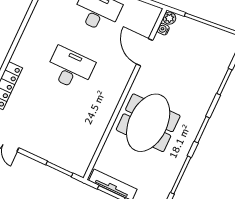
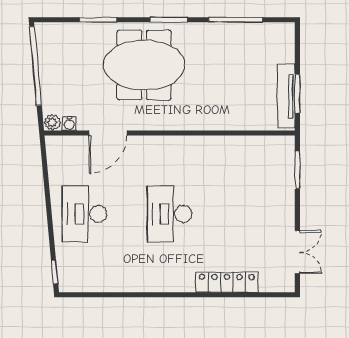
meeting table: (148, 123) -> (144, 65), moved

